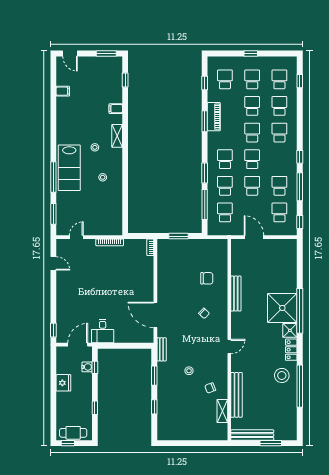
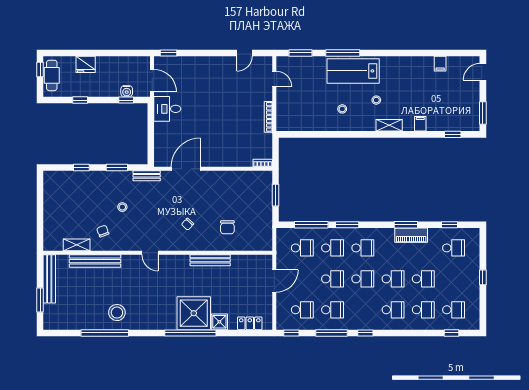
school desk: (252, 79) -> (454, 279), removed
shower: (290, 330) -> (219, 322), moved
locker: (291, 350) -> (250, 323), moved
fridge: (63, 383) -> (86, 64), moved

